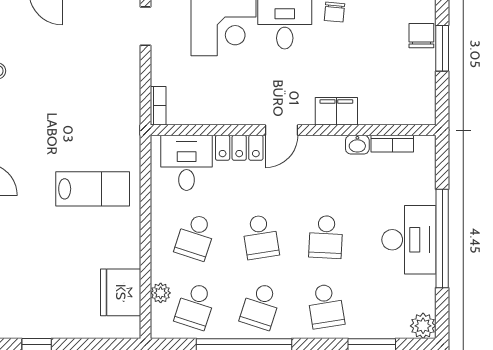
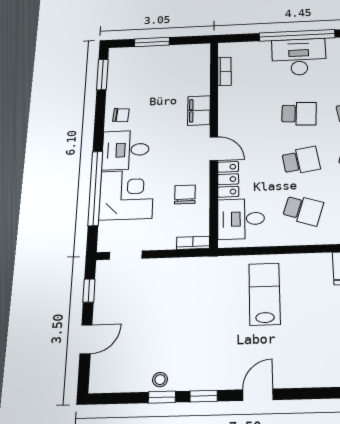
chair: (421, 36) -> (185, 194), moved, turned 90
washbasin: (357, 145) -> (225, 95), removed

